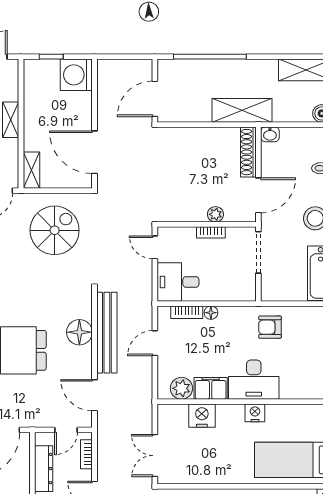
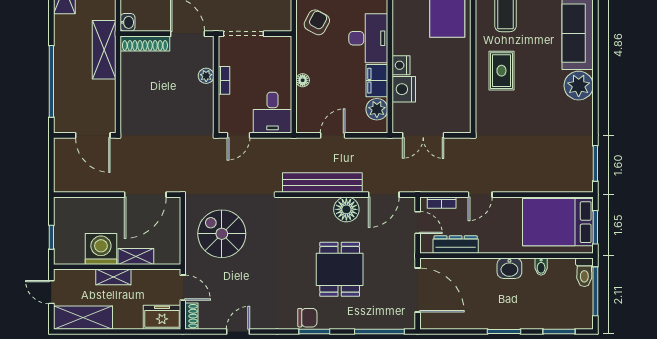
washing machine: (76, 75) -> (101, 249), moved, turned 180
shelving: (31, 170) -> (136, 257), moved
bookcase: (187, 312) -> (302, 104), removed
armchair: (270, 327) -> (317, 22), turned -152
floor lamp: (79, 332) -> (346, 209), moved
door: (155, 343) -> (333, 135), swing flipped
nightstand: (255, 413) -> (401, 65), moved
double door: (155, 456) -> (423, 135), moved

